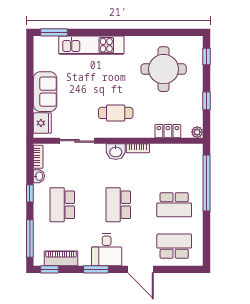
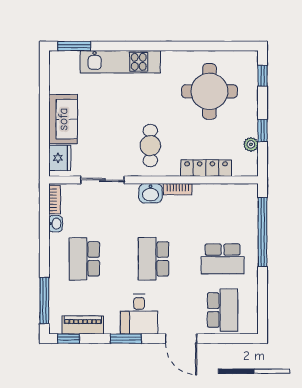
cafe table: (116, 113) -> (150, 146), turned 90
locker: (168, 131) -> (206, 168), width x1.53
plant: (197, 132) -> (251, 144), moved
window: (30, 193) -> (44, 245), removed
school desk: (174, 246) -> (223, 310), turned 90

